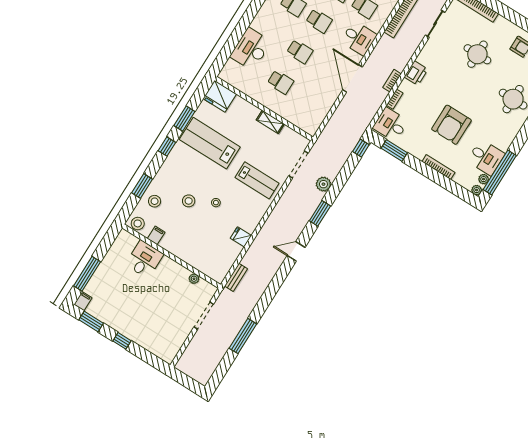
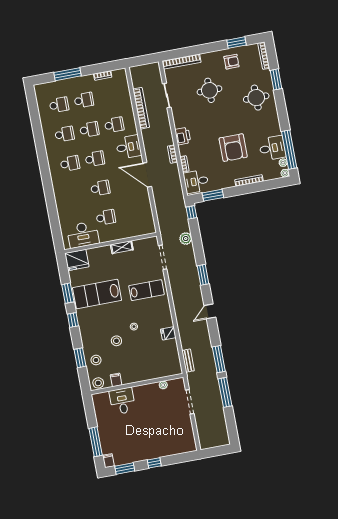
desk: (251, 49) -> (83, 235), moved, turned -90
plant: (323, 184) -> (186, 239), moved
window: (265, 301) -> (219, 359), added

